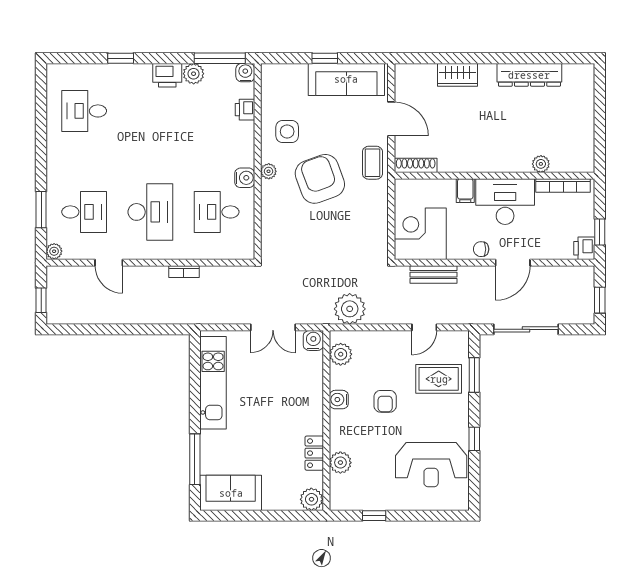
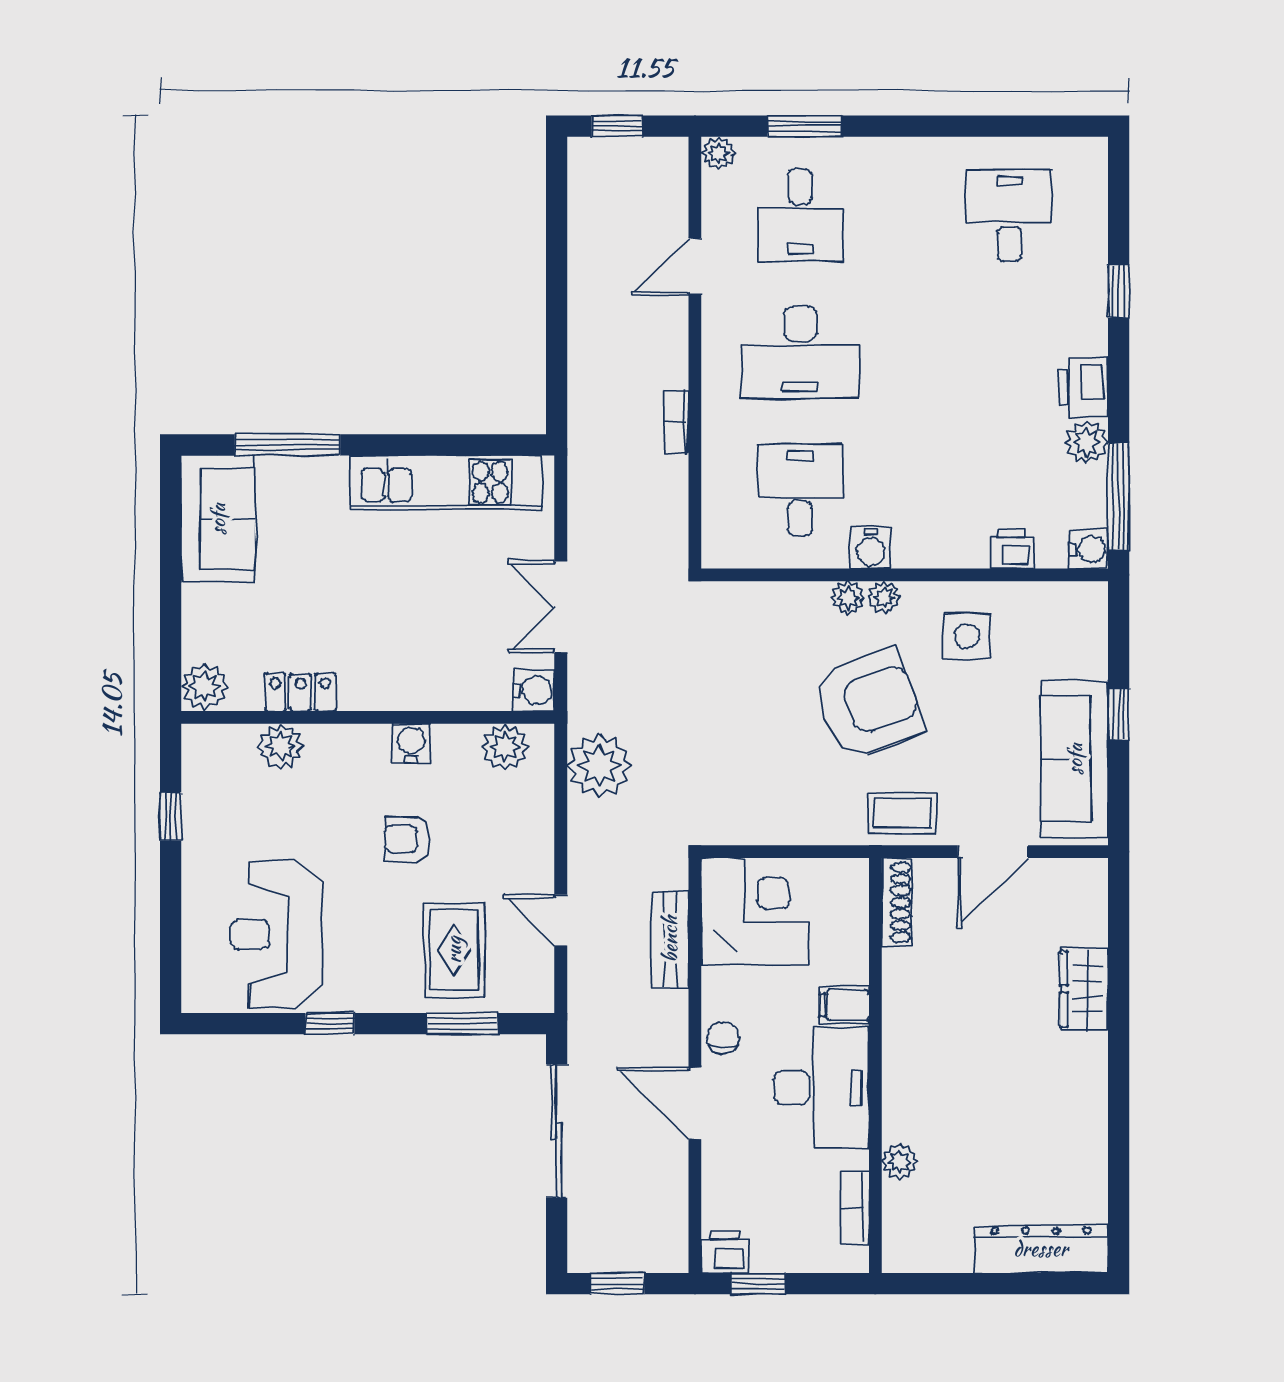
dresser: (529, 75) -> (1041, 1249), moved, turned 90
bookcase: (563, 186) -> (855, 1208), width x0.64
plant: (269, 189) -> (848, 598), added

